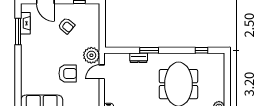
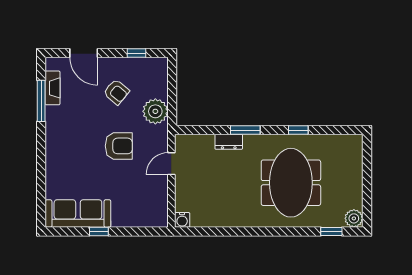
window: (201, 50) -> (298, 130), moved
plant: (91, 55) -> (155, 111), moved
armchair: (68, 73) -> (119, 146), moved

